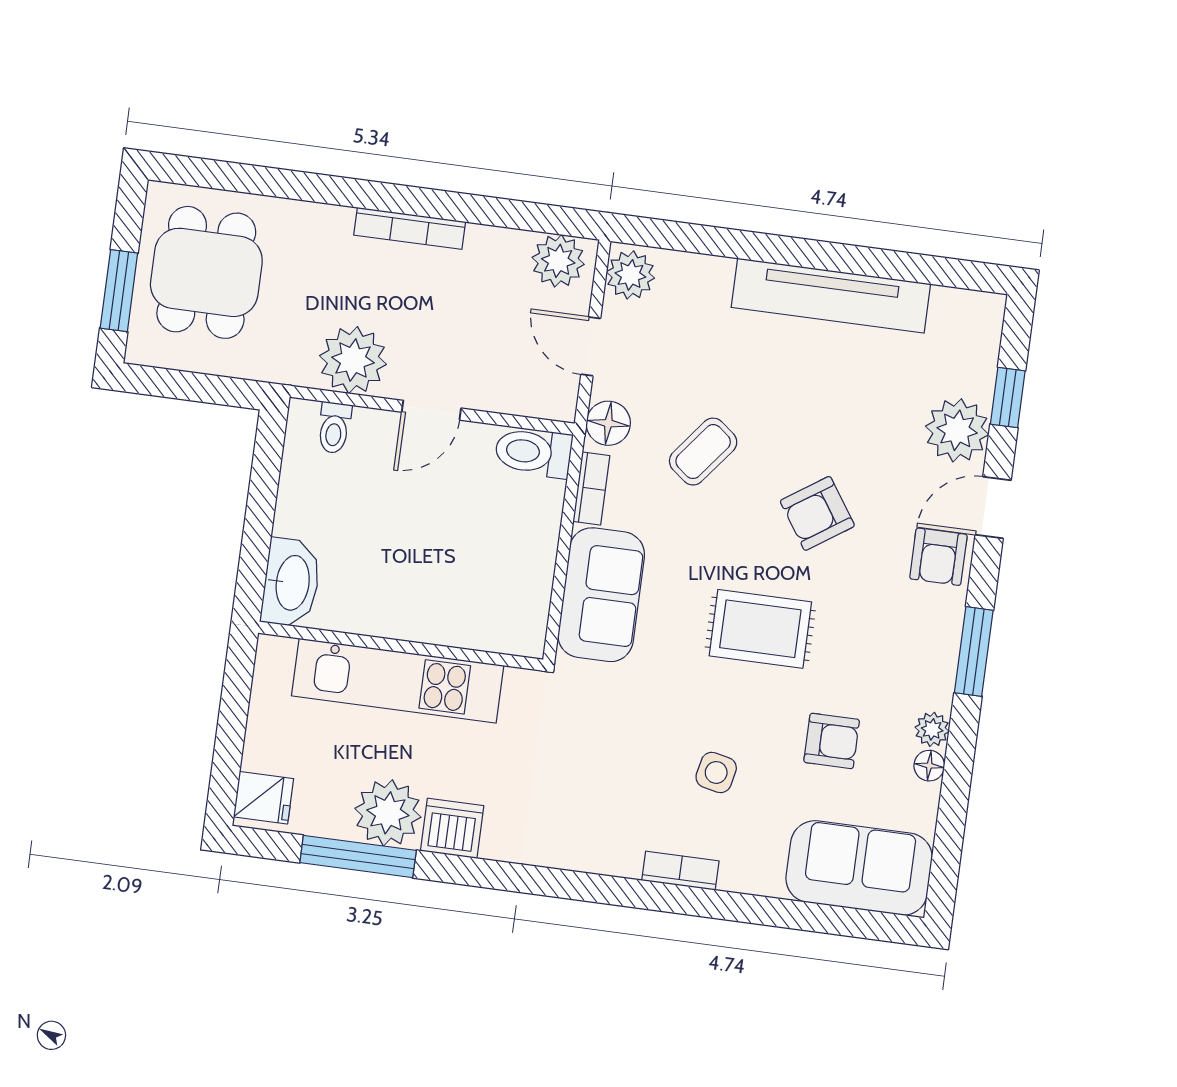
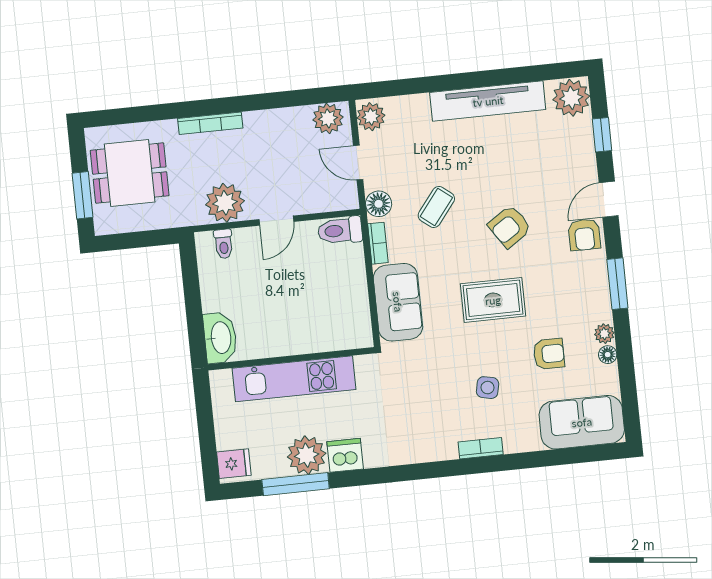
bookcase: (410, 228) -> (210, 123), moved
dining table: (206, 272) -> (130, 173), turned 90
plant: (957, 430) -> (571, 98), moved

